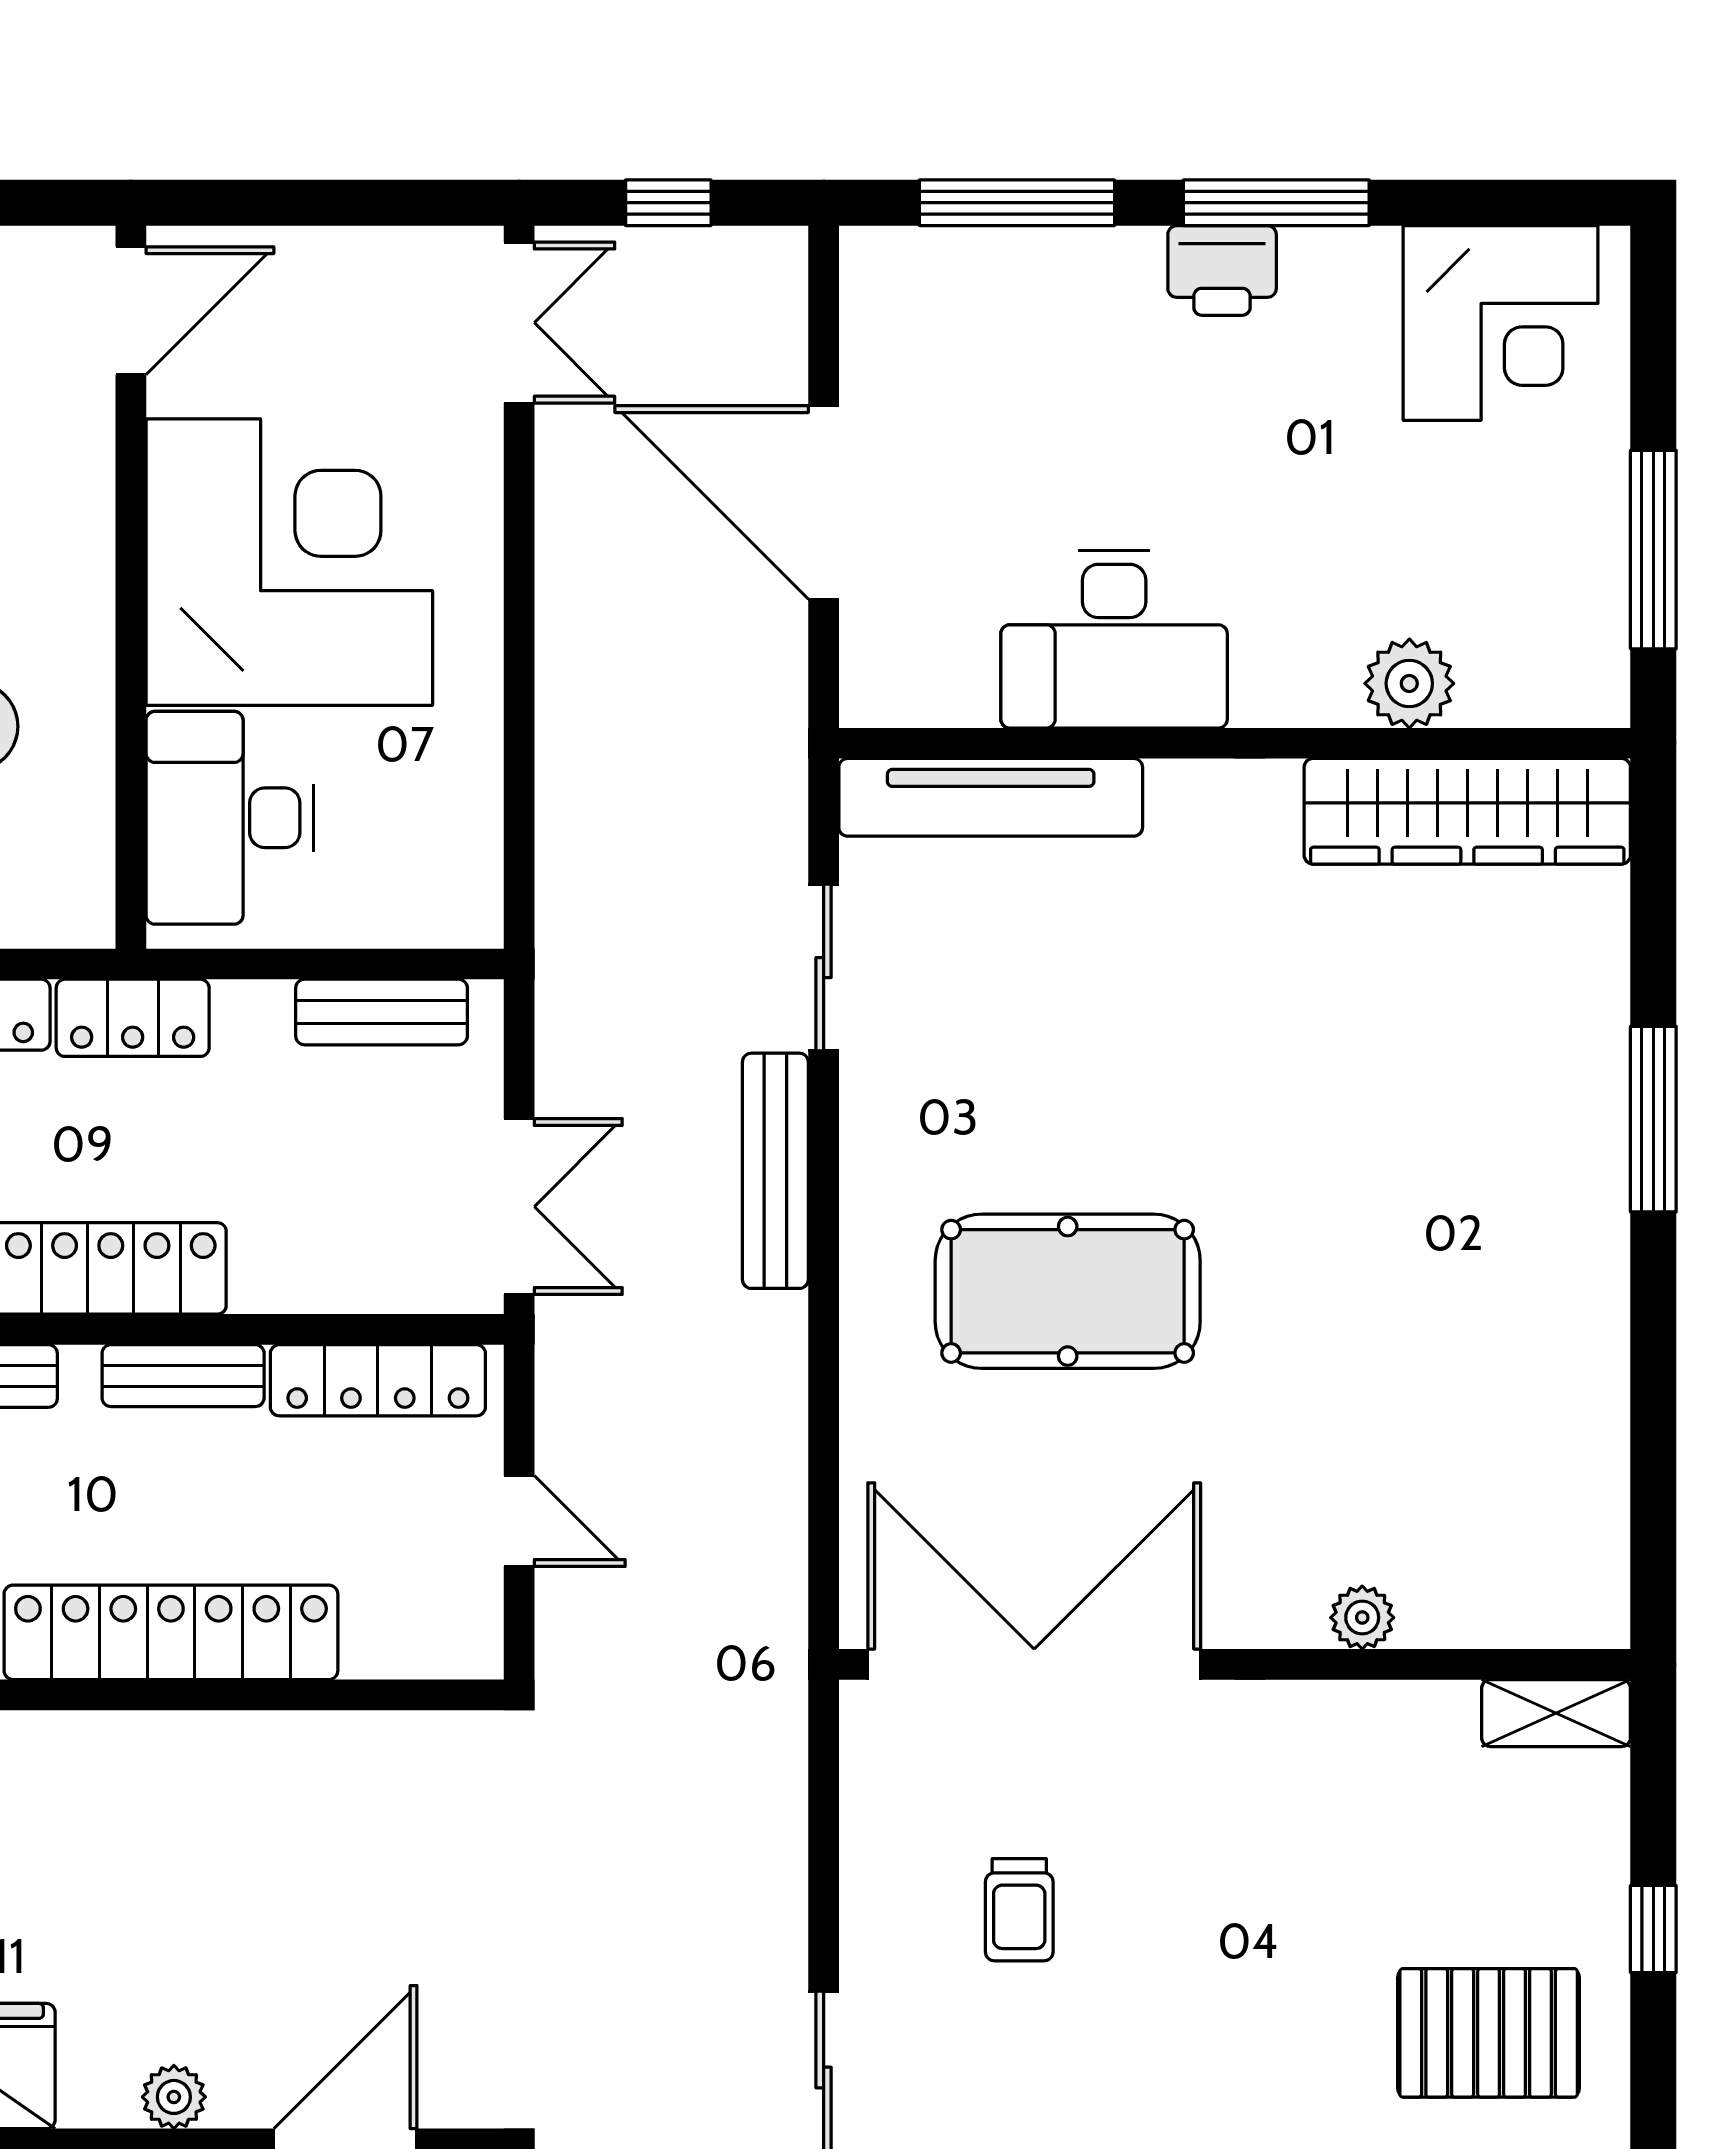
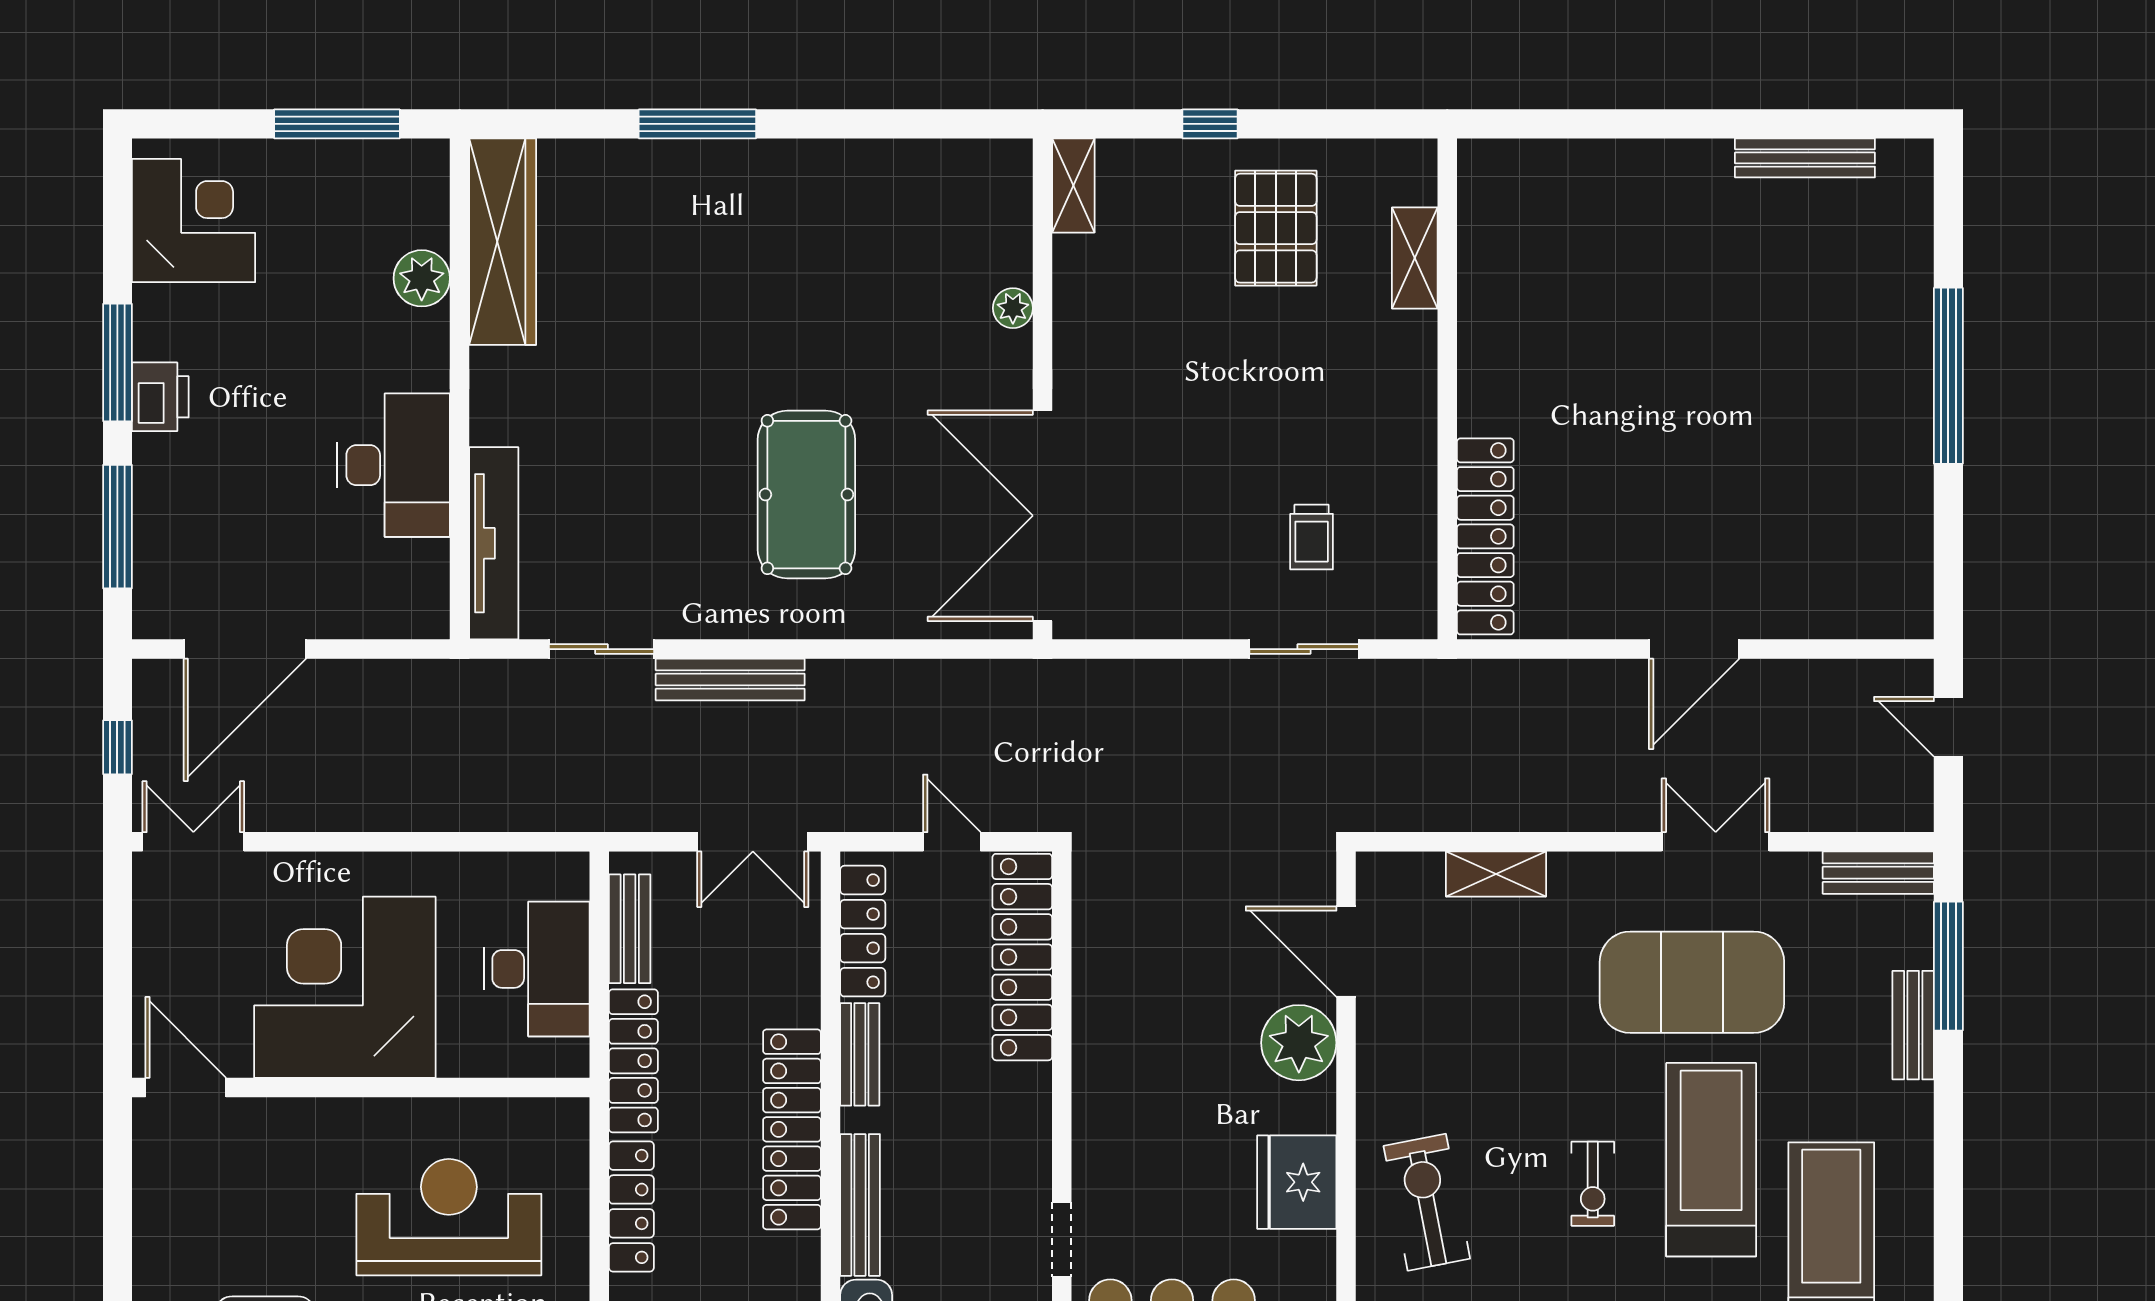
door: (824, 502) -> (245, 649), moved
desk: (230, 818) -> (537, 969), moved, turned -90
locker: (133, 1018) -> (633, 1061), width x1.53
double door: (519, 1207) -> (753, 842), swing flipped
door: (519, 1521) -> (952, 842), hinge flipped
locker: (171, 1632) -> (1022, 957), moved
trolley: (1019, 1910) -> (1312, 537), moved, turned 90
plant: (174, 2097) -> (1299, 1043), width x1.88, depth x1.88

